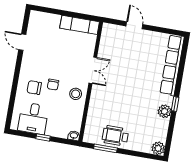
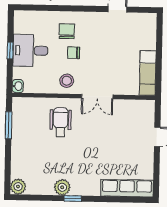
row of seats: (172, 65) -> (127, 188), width x0.73
desk: (33, 118) -> (30, 51), moved
wheelchair: (115, 136) -> (61, 122), moved

